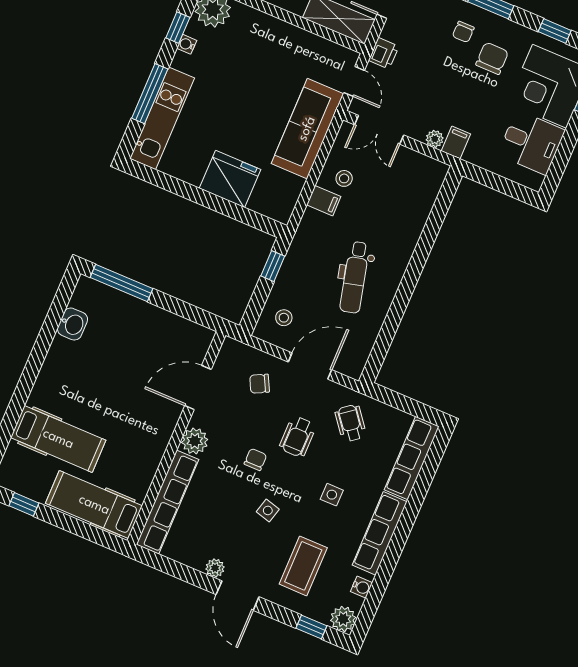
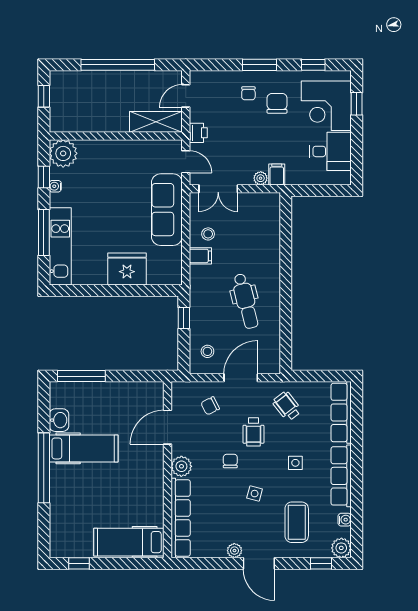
window: (30, 373) -> (44, 468), added
hospital bed: (58, 439) -> (84, 448), moved

